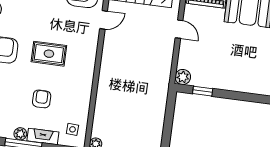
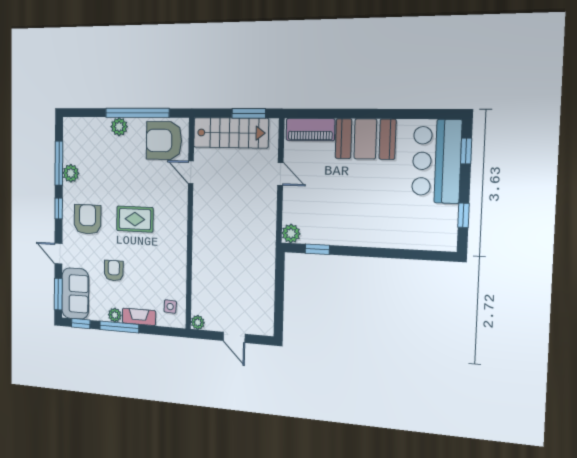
door: (104, 20) -> (191, 172), swing flipped
armchair: (42, 99) -> (114, 271), moved

